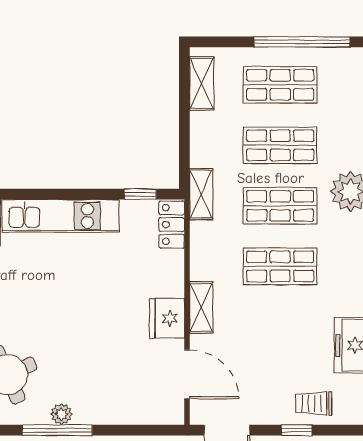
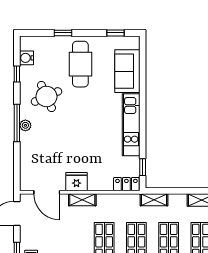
shelving: (201, 194) -> (154, 200), moved
door: (187, 374) -> (47, 192), hinge flipped

